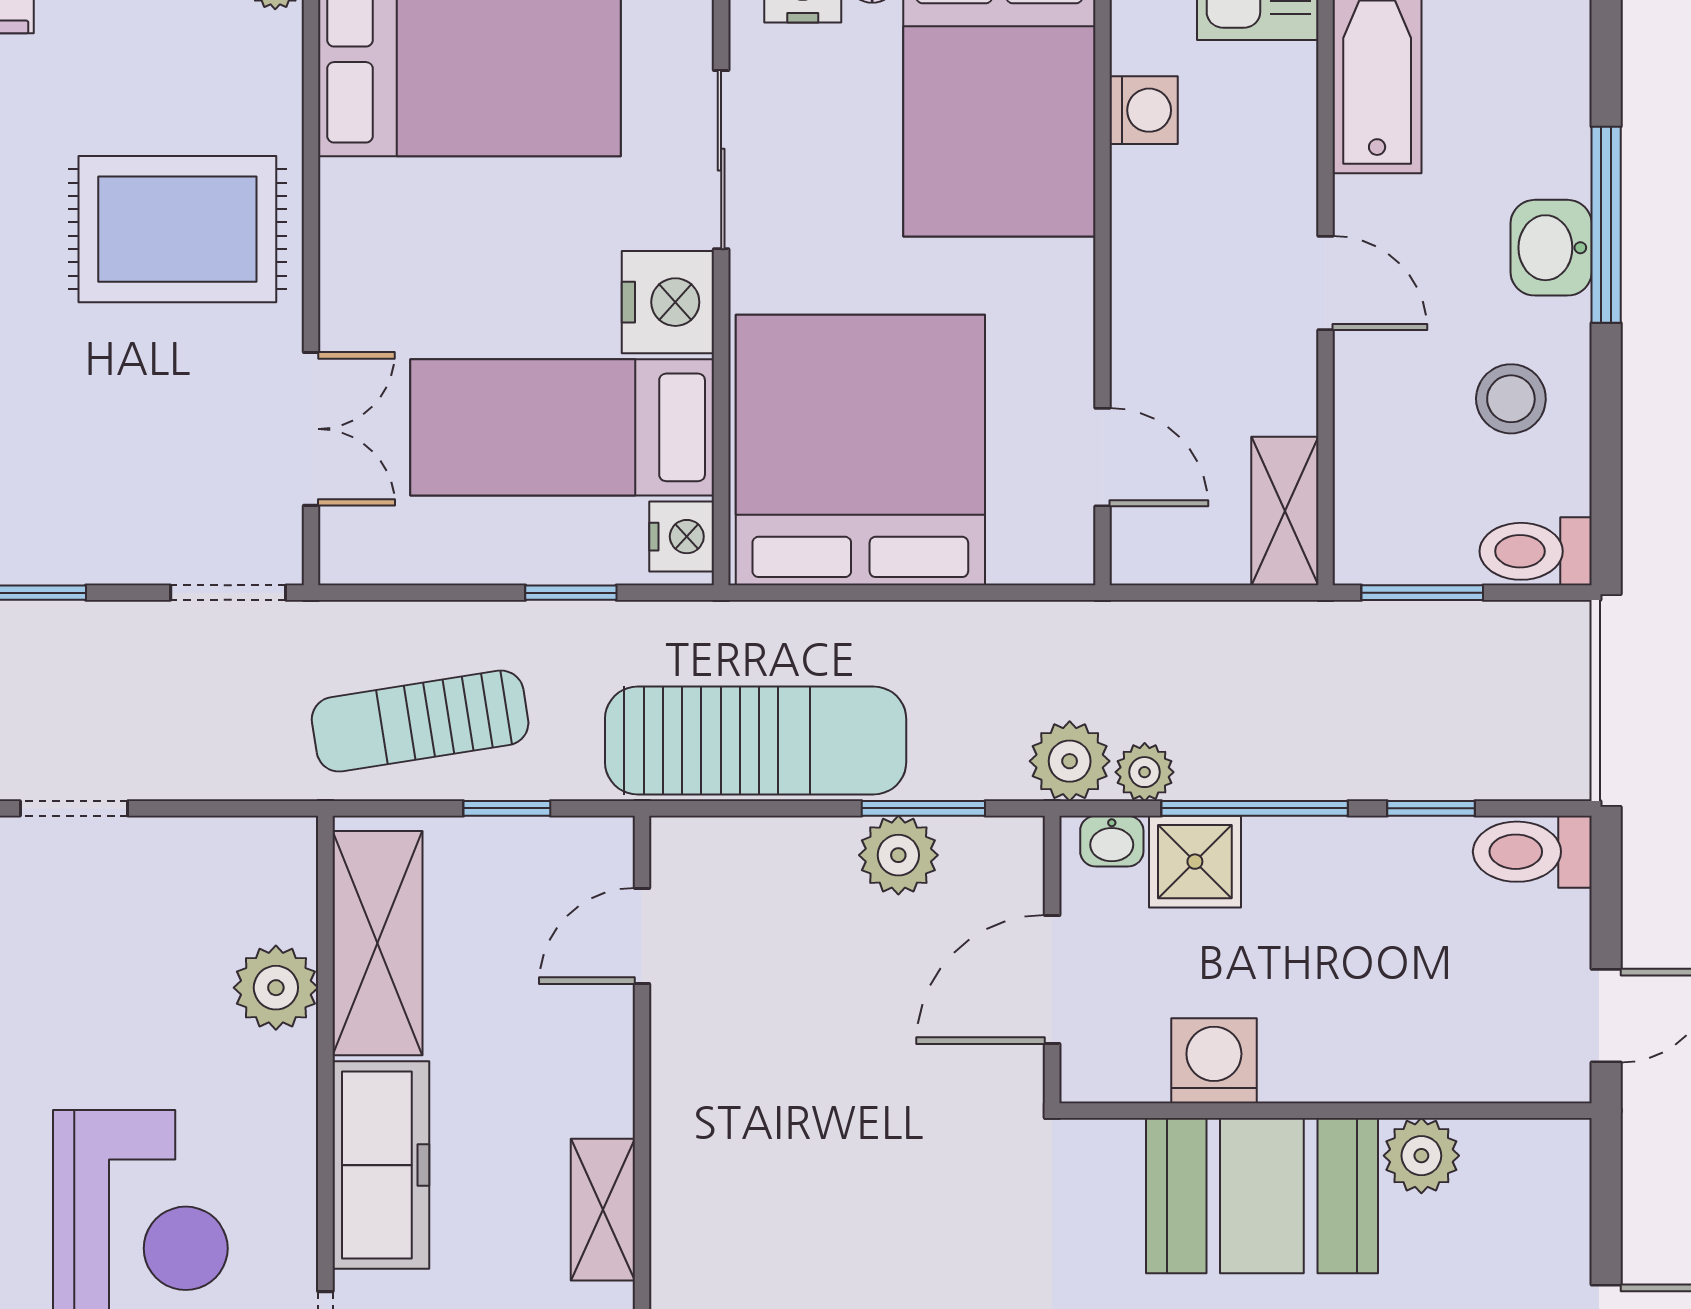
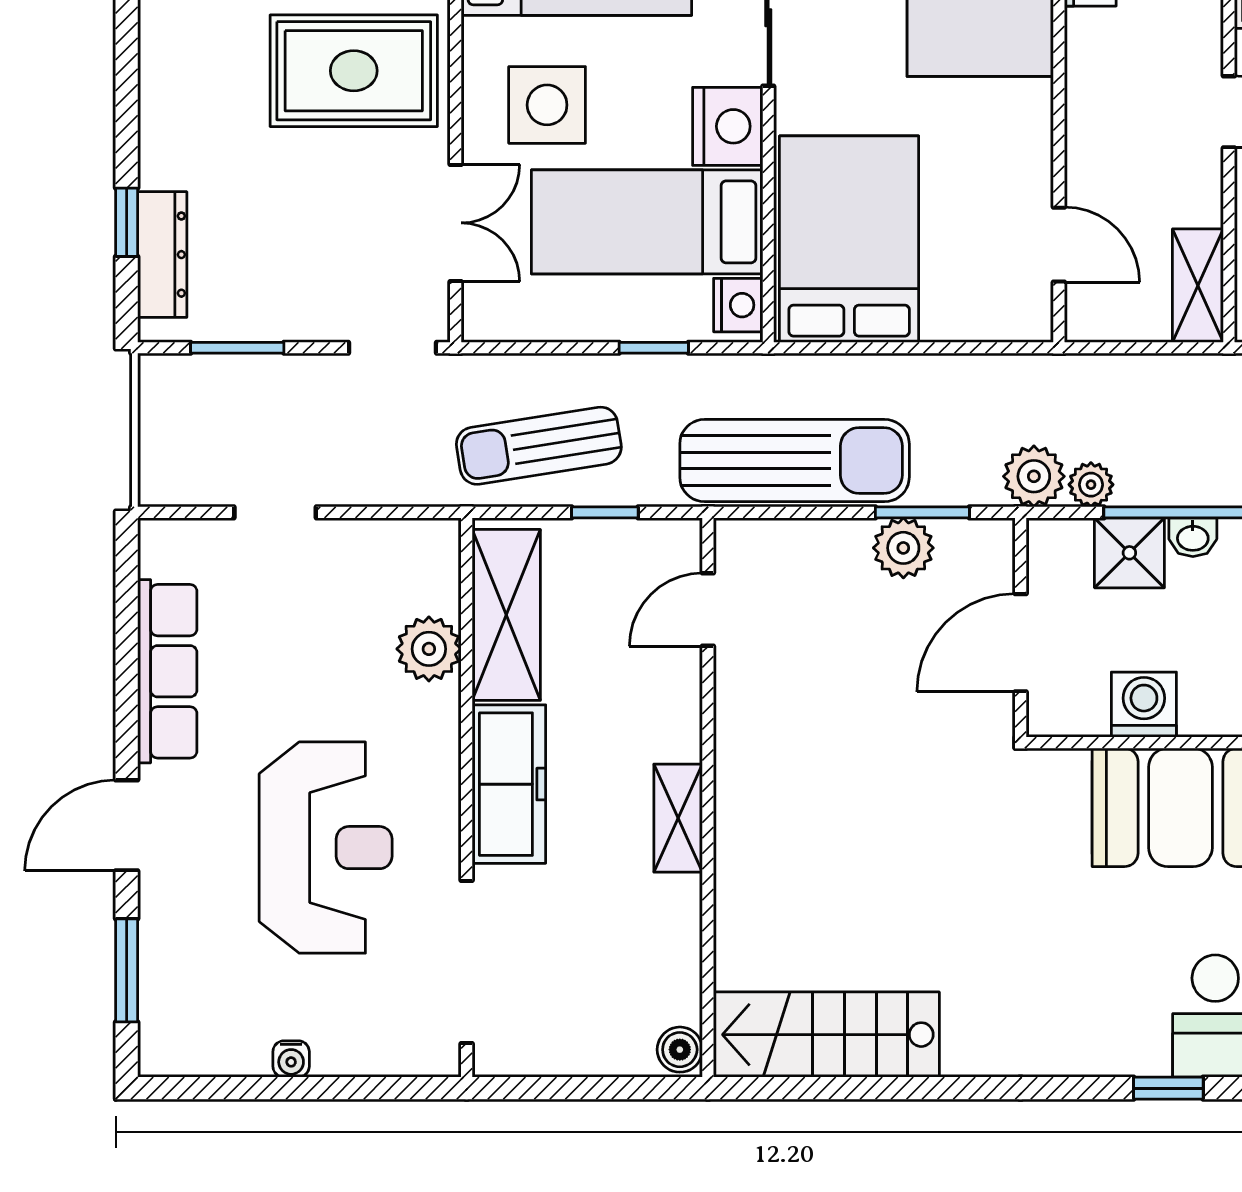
side table: (431, 274) -> (547, 105), added
bed: (860, 450) -> (849, 239), width x0.73
washbasin: (1112, 841) -> (1193, 537), moved

